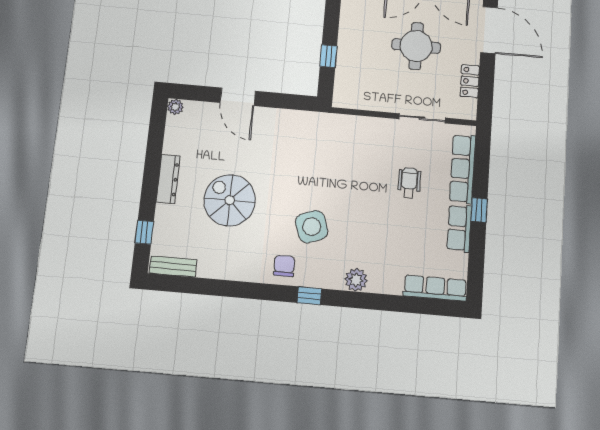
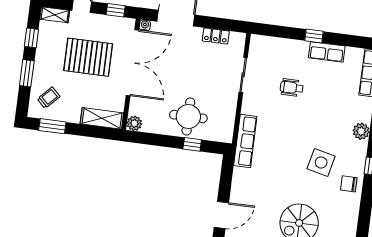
round table: (416, 46) -> (188, 116), moved
row of seats: (463, 169) -> (245, 141), moved, turned -90
side table: (312, 227) -> (321, 162), turned 33

